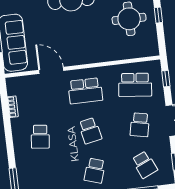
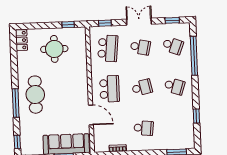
window: (158, 15) -> (68, 25), moved
door: (51, 70) -> (91, 115), swing flipped
school desk: (145, 165) -> (173, 46), turned 45

